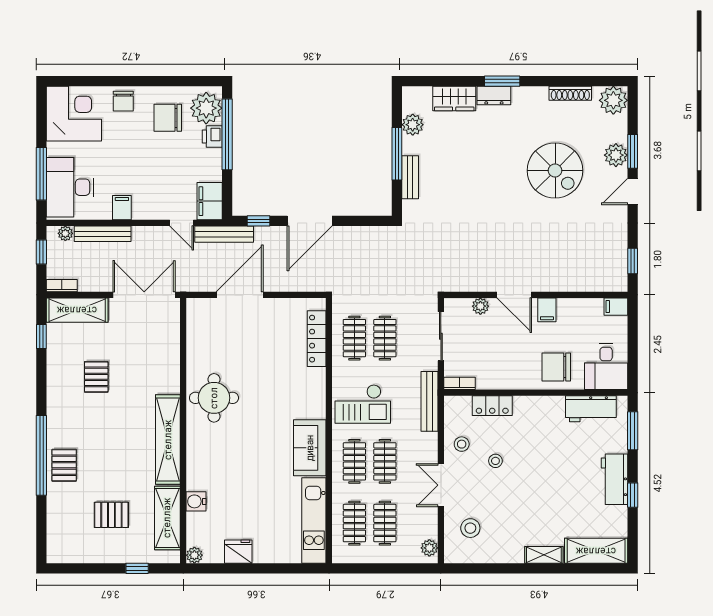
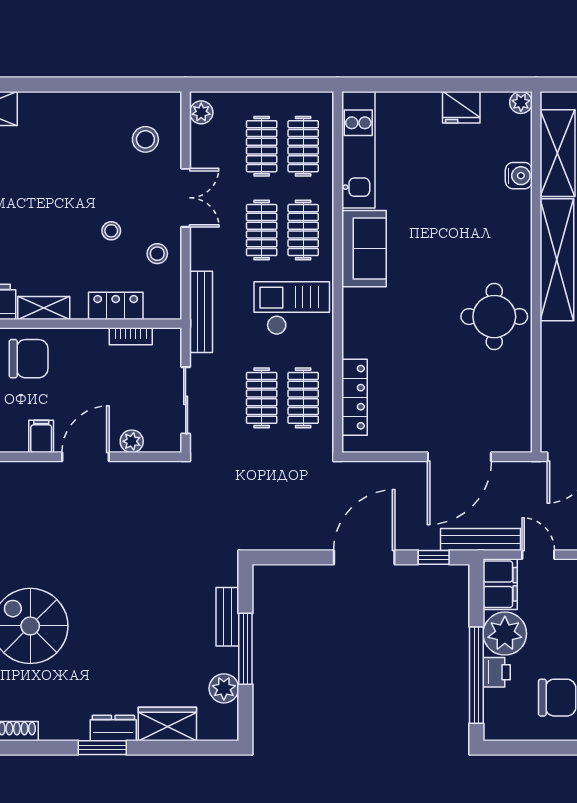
plant: (206, 108) -> (505, 634), moved
door: (514, 295) -> (86, 457), hinge flipped
bookcase: (459, 383) -> (131, 336), moved
shelving: (544, 555) -> (44, 308), moved

